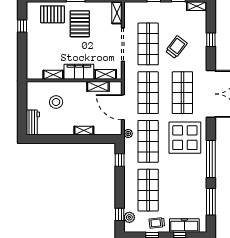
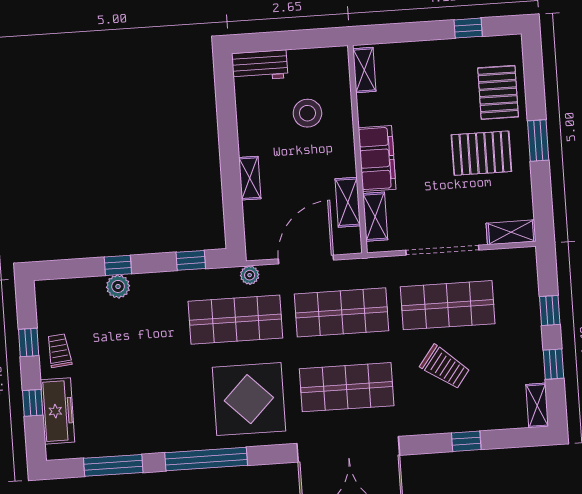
shelving: (53, 75) -> (364, 70), moved
shop shelf: (148, 190) -> (129, 327), removed
window: (120, 214) -> (118, 265), moved
plant: (129, 217) -> (118, 286), moved

